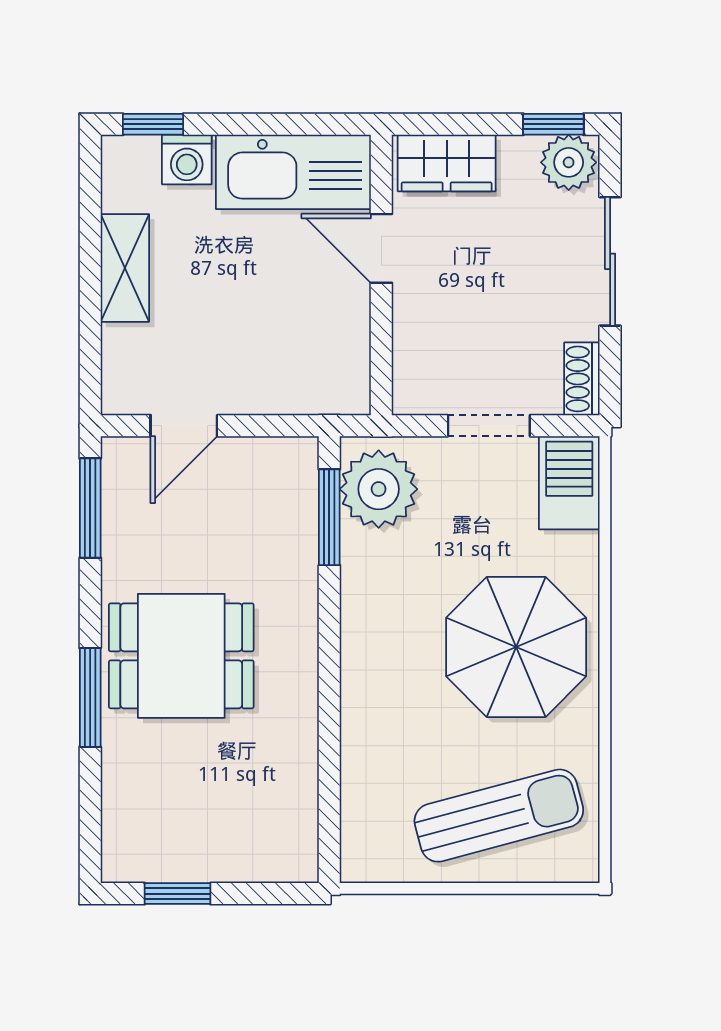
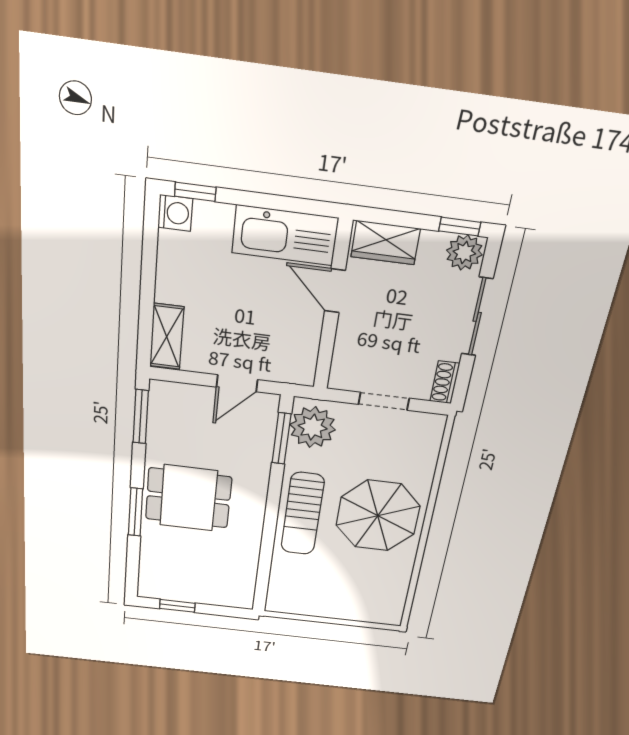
washing machine: (187, 159) -> (175, 213), moved, turned -90
shelving: (125, 268) -> (167, 337), moved
door: (184, 426) -> (237, 383), moved
barbecue: (569, 483) -> (425, 437), removed
sun lounger: (499, 816) -> (302, 514), moved, turned 105

